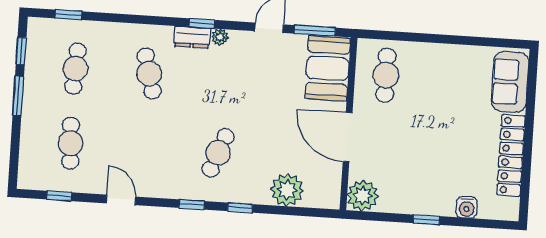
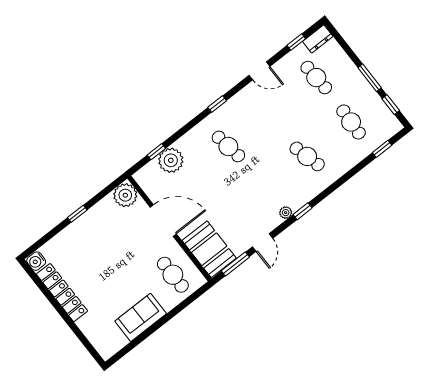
dresser: (192, 37) -> (318, 39), moved, turned 180
sofa: (510, 82) -> (141, 317), moved, turned -90
cafe table: (218, 153) -> (228, 146), turned -30
water cooler: (467, 207) -> (36, 261), moved, turned -90
window: (240, 208) -> (156, 152), moved

